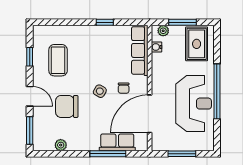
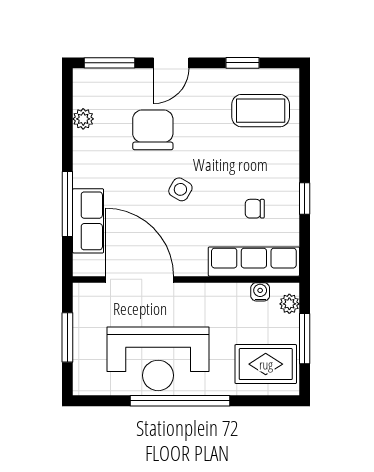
coffee table: (58, 60) -> (261, 111), moved
chair: (124, 88) -> (255, 209), moved

